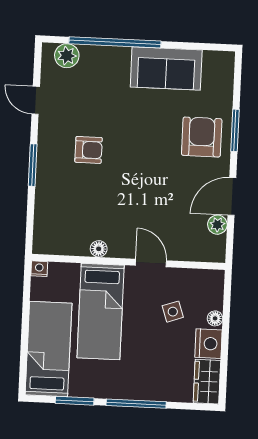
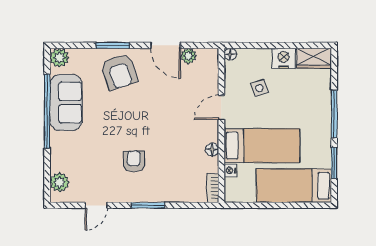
window: (115, 42) -> (47, 111), moved
plant: (223, 63) -> (59, 58), added
armchair: (202, 137) -> (119, 72), turned -108
bookcase: (50, 248) -> (213, 188), added
nightstand: (39, 269) -> (230, 171), moved
floor lamp: (215, 318) -> (230, 54), moved

